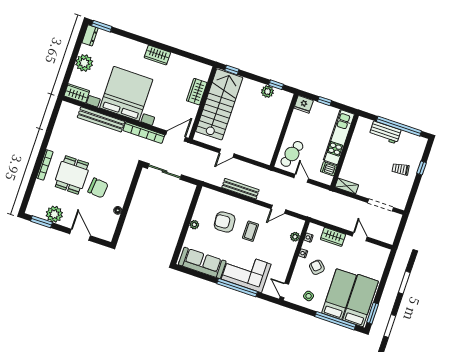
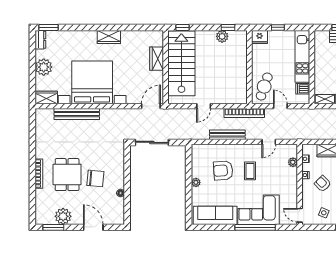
bookcase: (144, 133) -> (244, 113), moved

